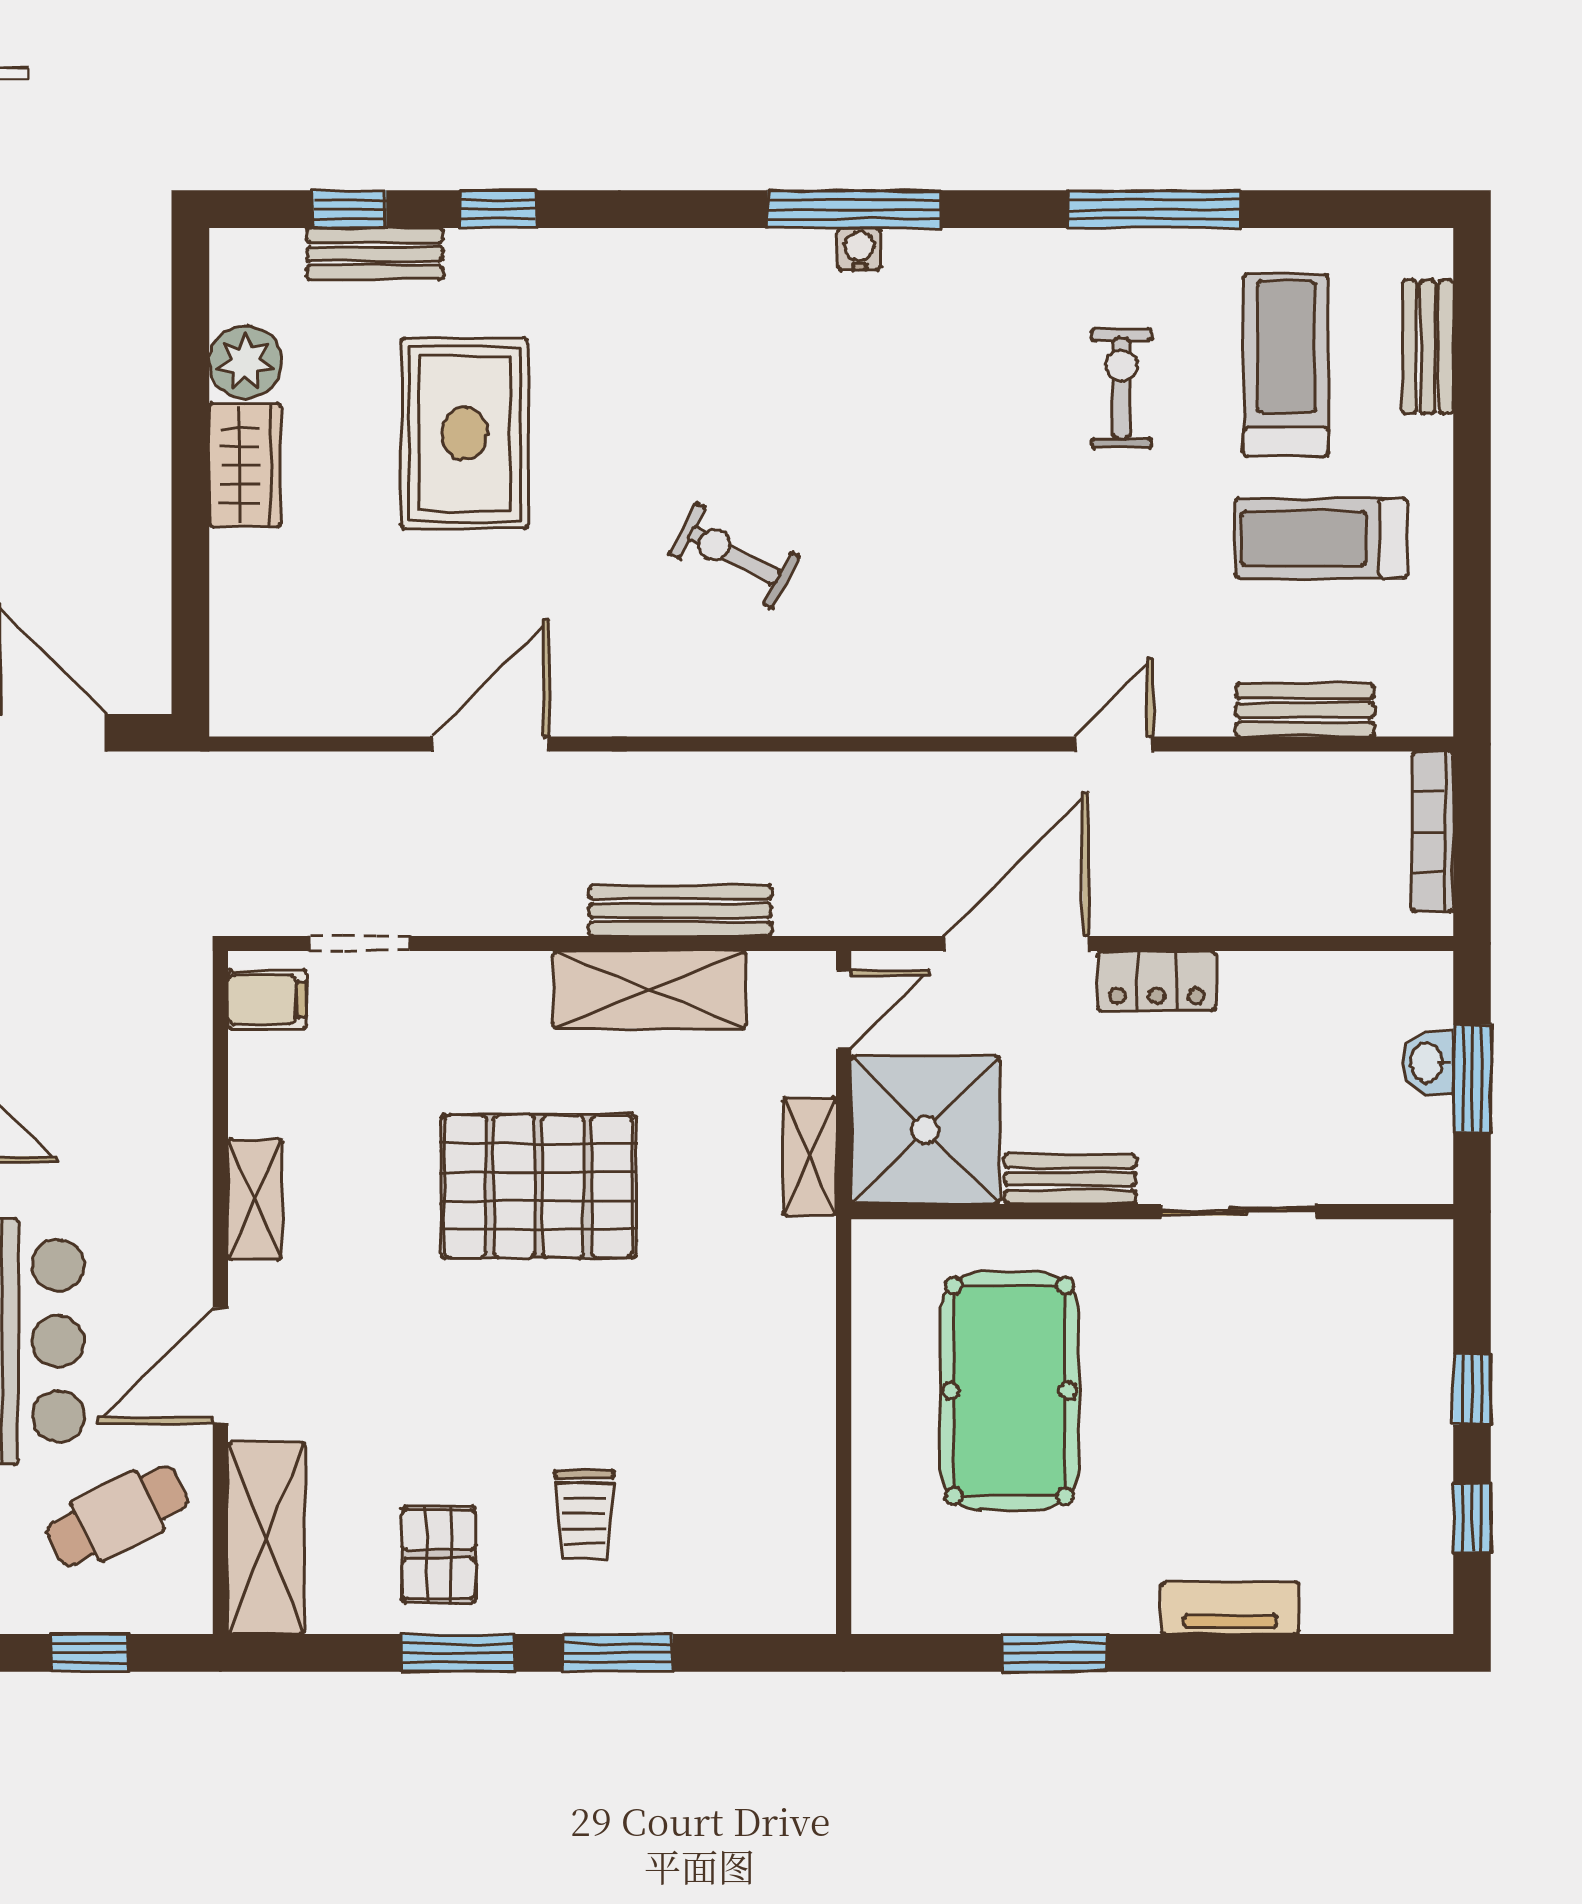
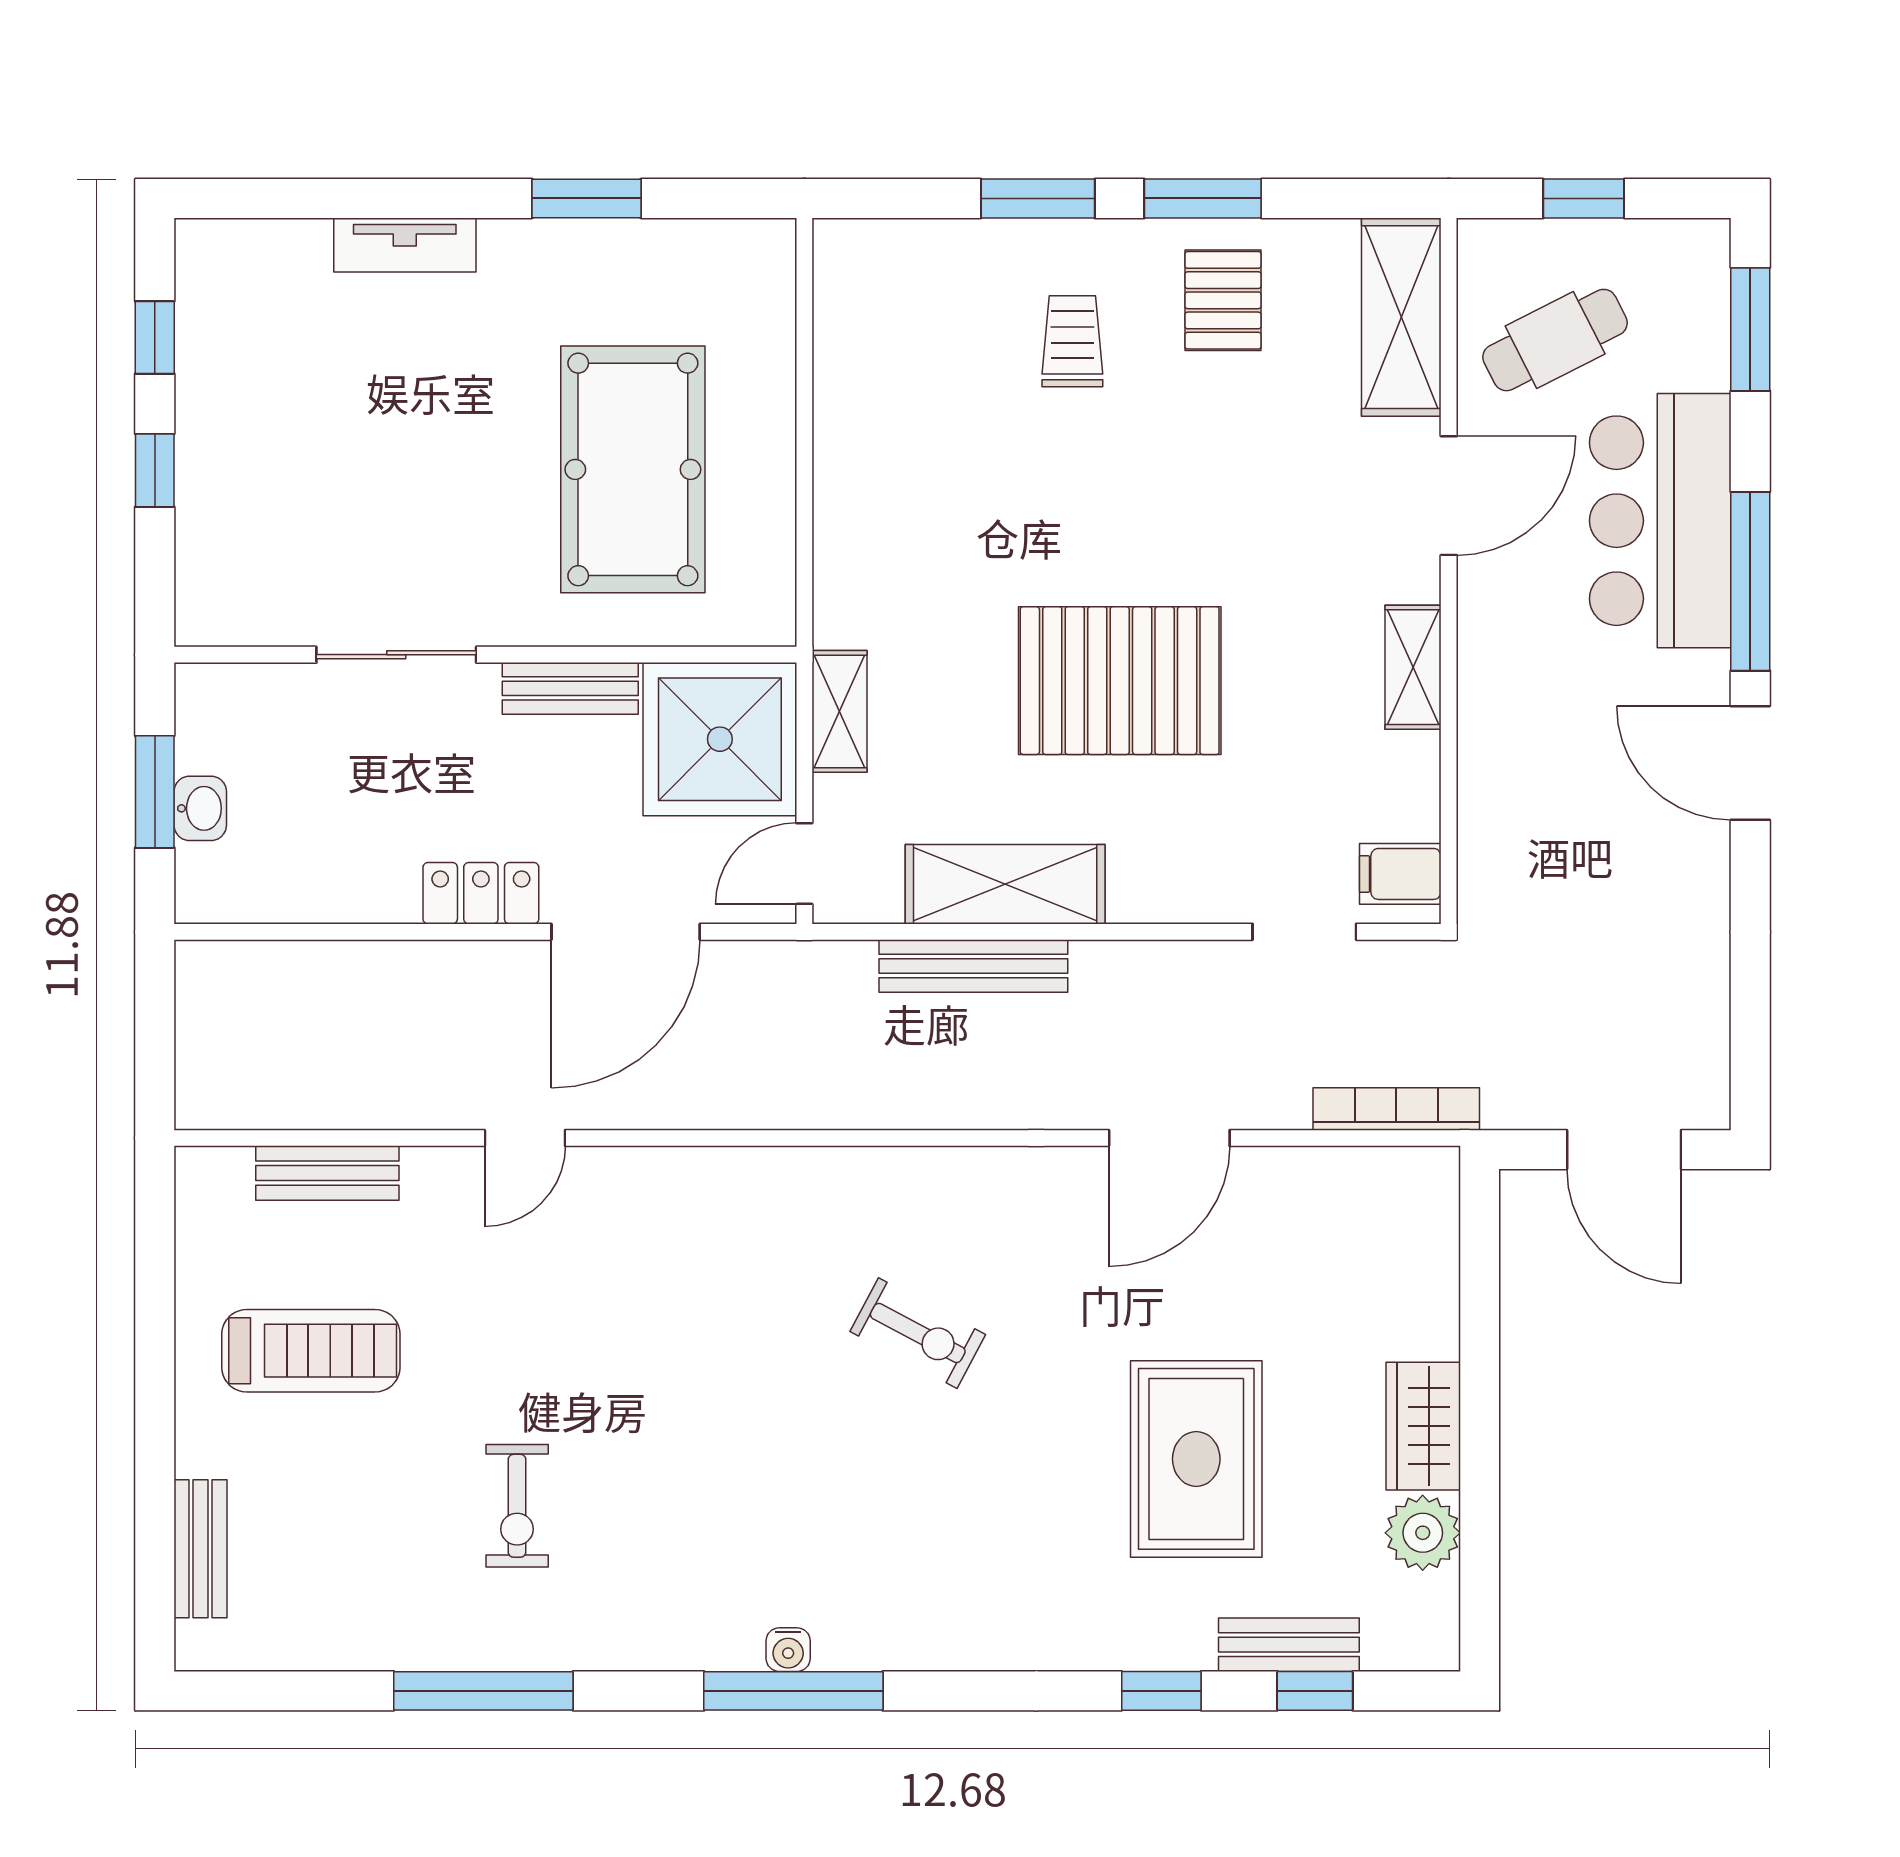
treadmill: (1286, 365) -> (347, 1530), removed
bookcase: (1433, 832) -> (1396, 1109), moved, turned -90

